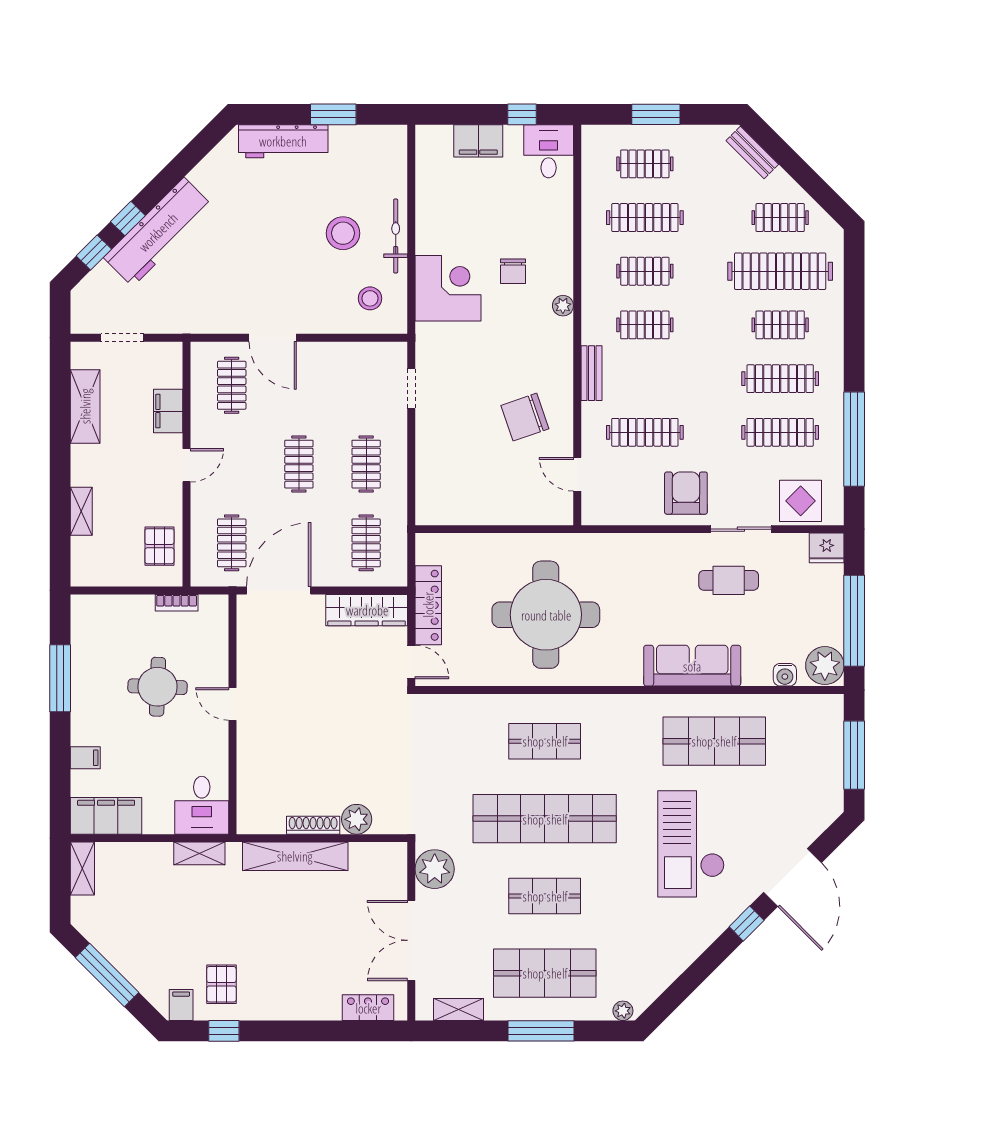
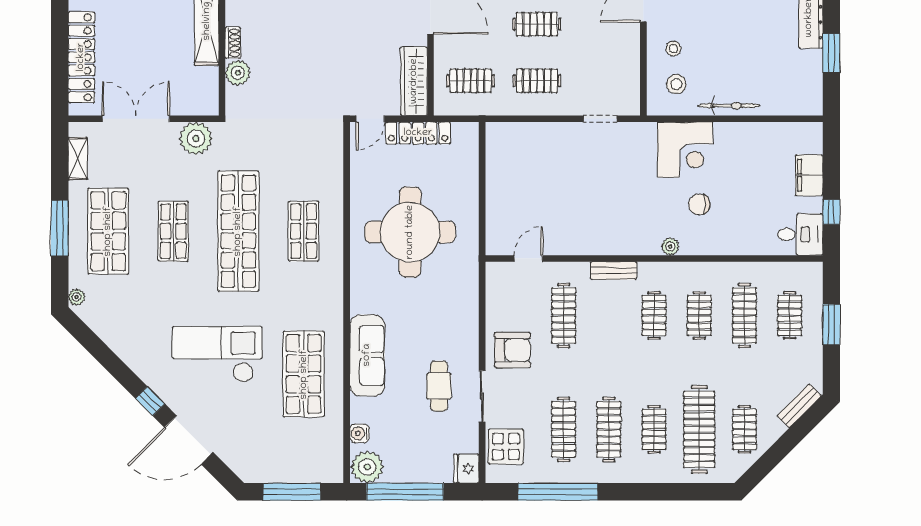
stool: (343, 233) -> (673, 49), moved, width x0.53, depth x0.53
chair: (525, 417) -> (576, 214), removed
shoe rack: (313, 825) -> (233, 43), width x0.70
locker: (368, 1008) -> (81, 57), width x2.16, depth x1.21

